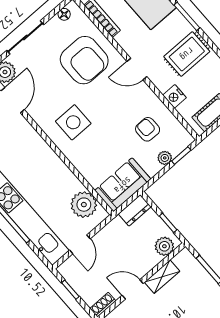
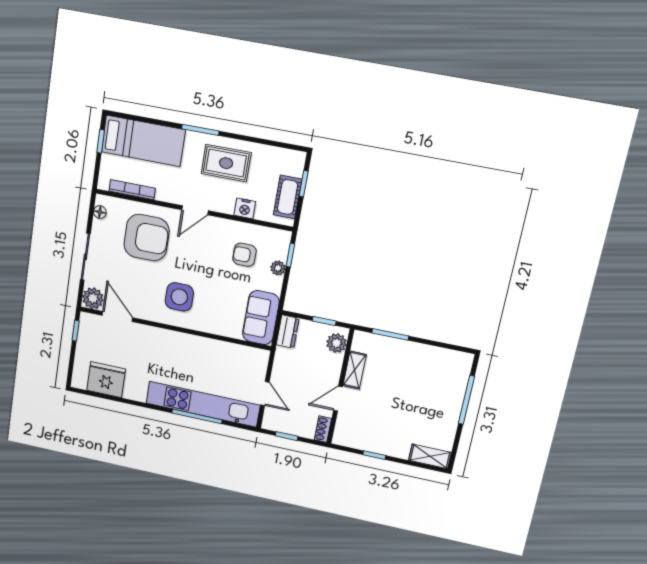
rug: (187, 54) -> (226, 163), turned 90
plant: (84, 205) -> (242, 358), removed

